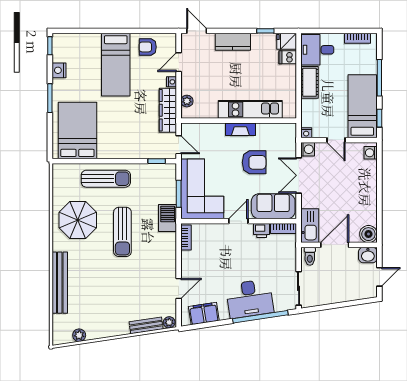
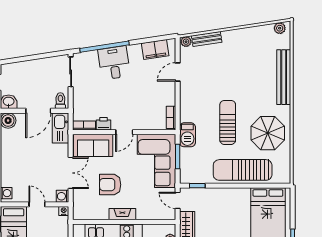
sun lounger: (106, 179) -> (243, 170), width x1.36, depth x1.34
desk: (250, 299) -> (114, 63), width x0.73
plant: (79, 335) -> (280, 28), moved

